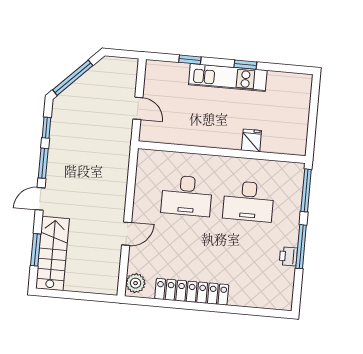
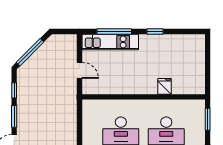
window: (190, 60) -> (114, 31), width x2.17
kitchen unit: (228, 77) -> (110, 42), moved
window: (306, 190) -> (208, 119), width x0.69

